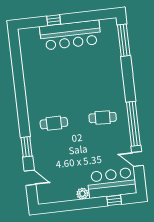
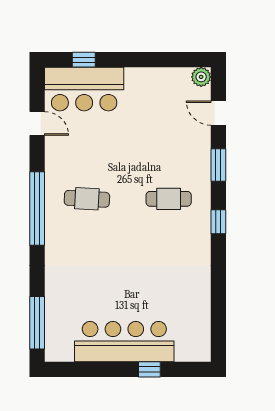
window: (23, 113) -> (218, 222), added
window: (133, 124) -> (37, 208), moved
plant: (82, 194) -> (201, 77), moved

